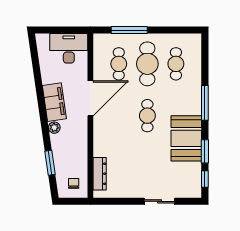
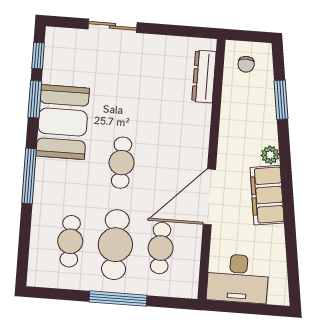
window: (129, 30) -> (118, 299), moved

